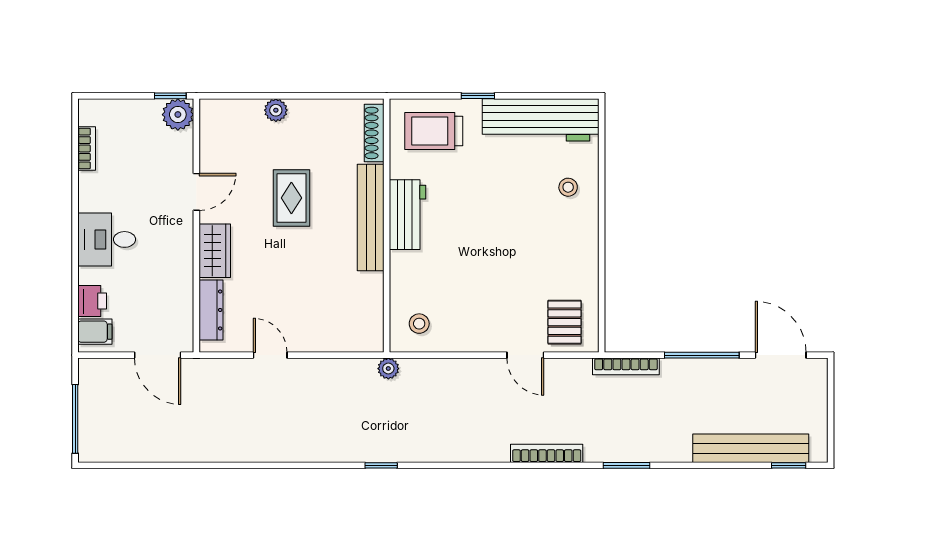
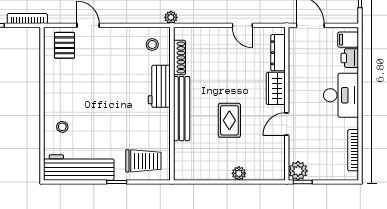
shoe rack: (374, 133) -> (179, 58), moved
bookcase: (87, 148) -> (353, 150), width x1.56
workbench: (407, 215) -> (159, 86), moved
desk: (107, 239) -> (341, 95), width x1.37

